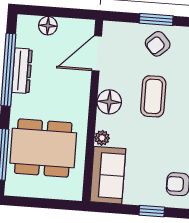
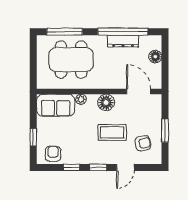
armchair: (158, 44) -> (143, 143), moved, turned 120
dining table: (43, 148) -> (71, 60), turned 90

